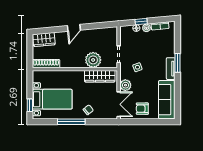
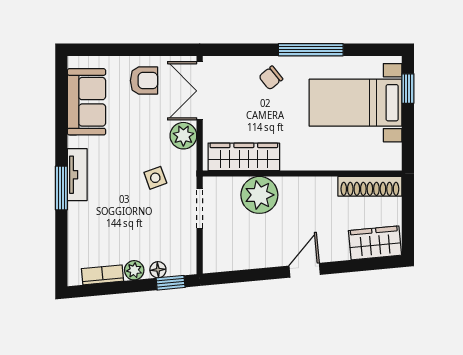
window: (141, 22) -> (171, 283), moved
sofa: (167, 100) -> (86, 102), width x0.73

